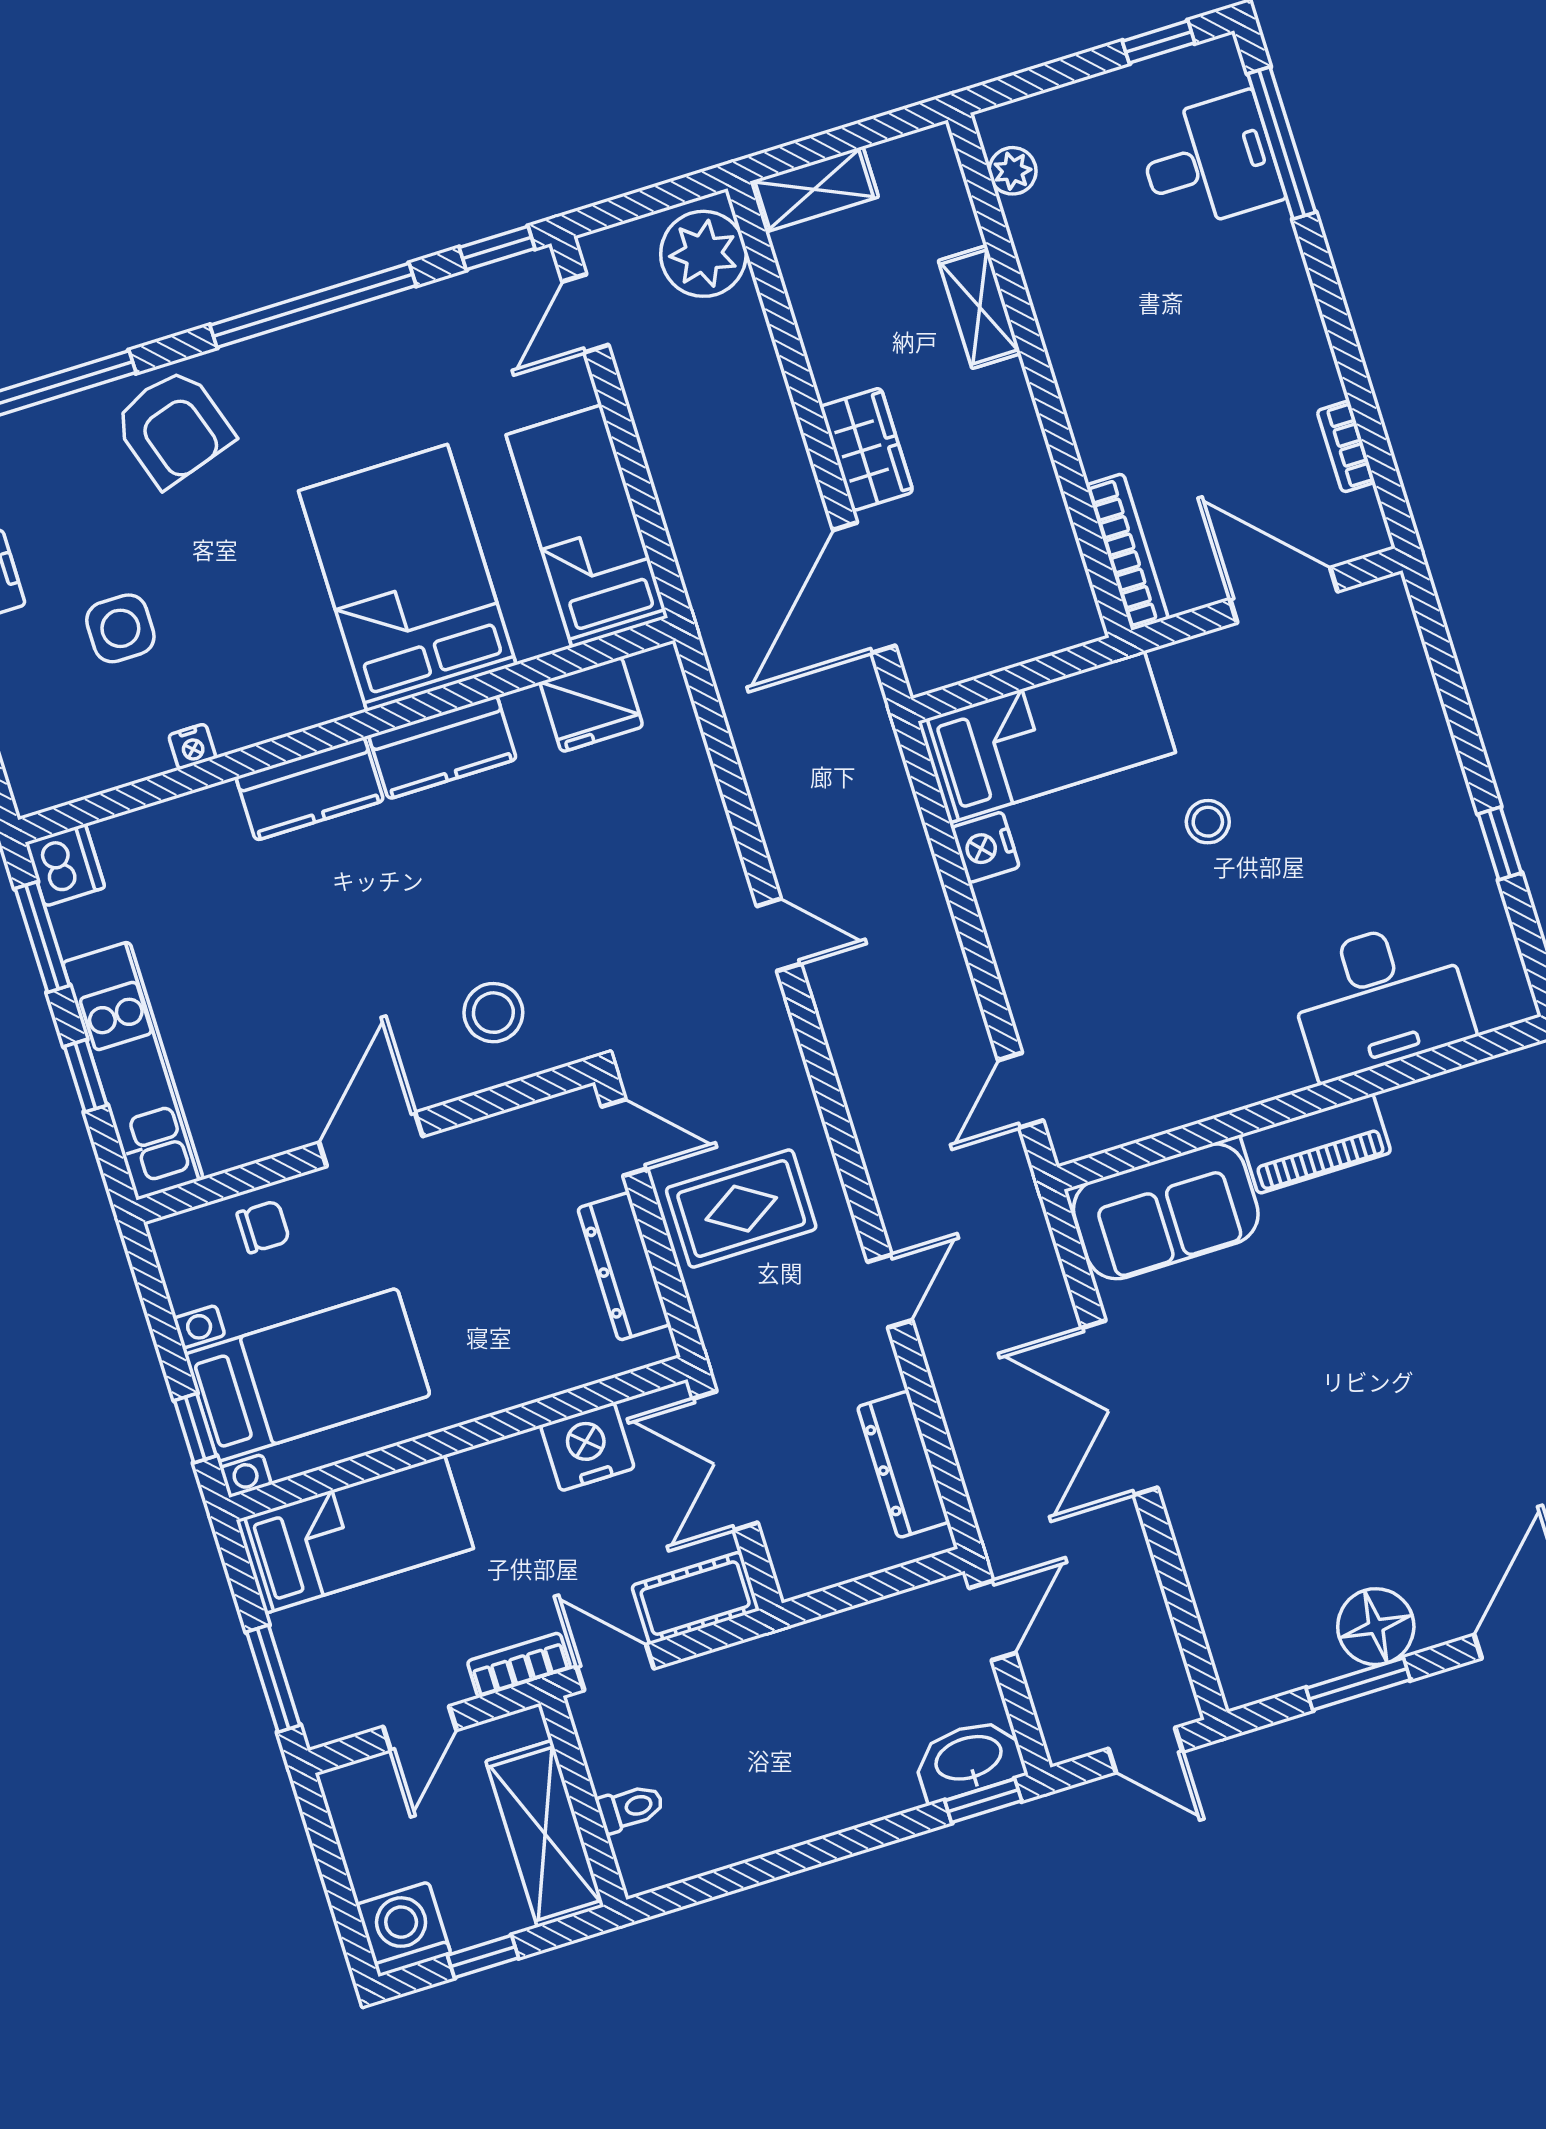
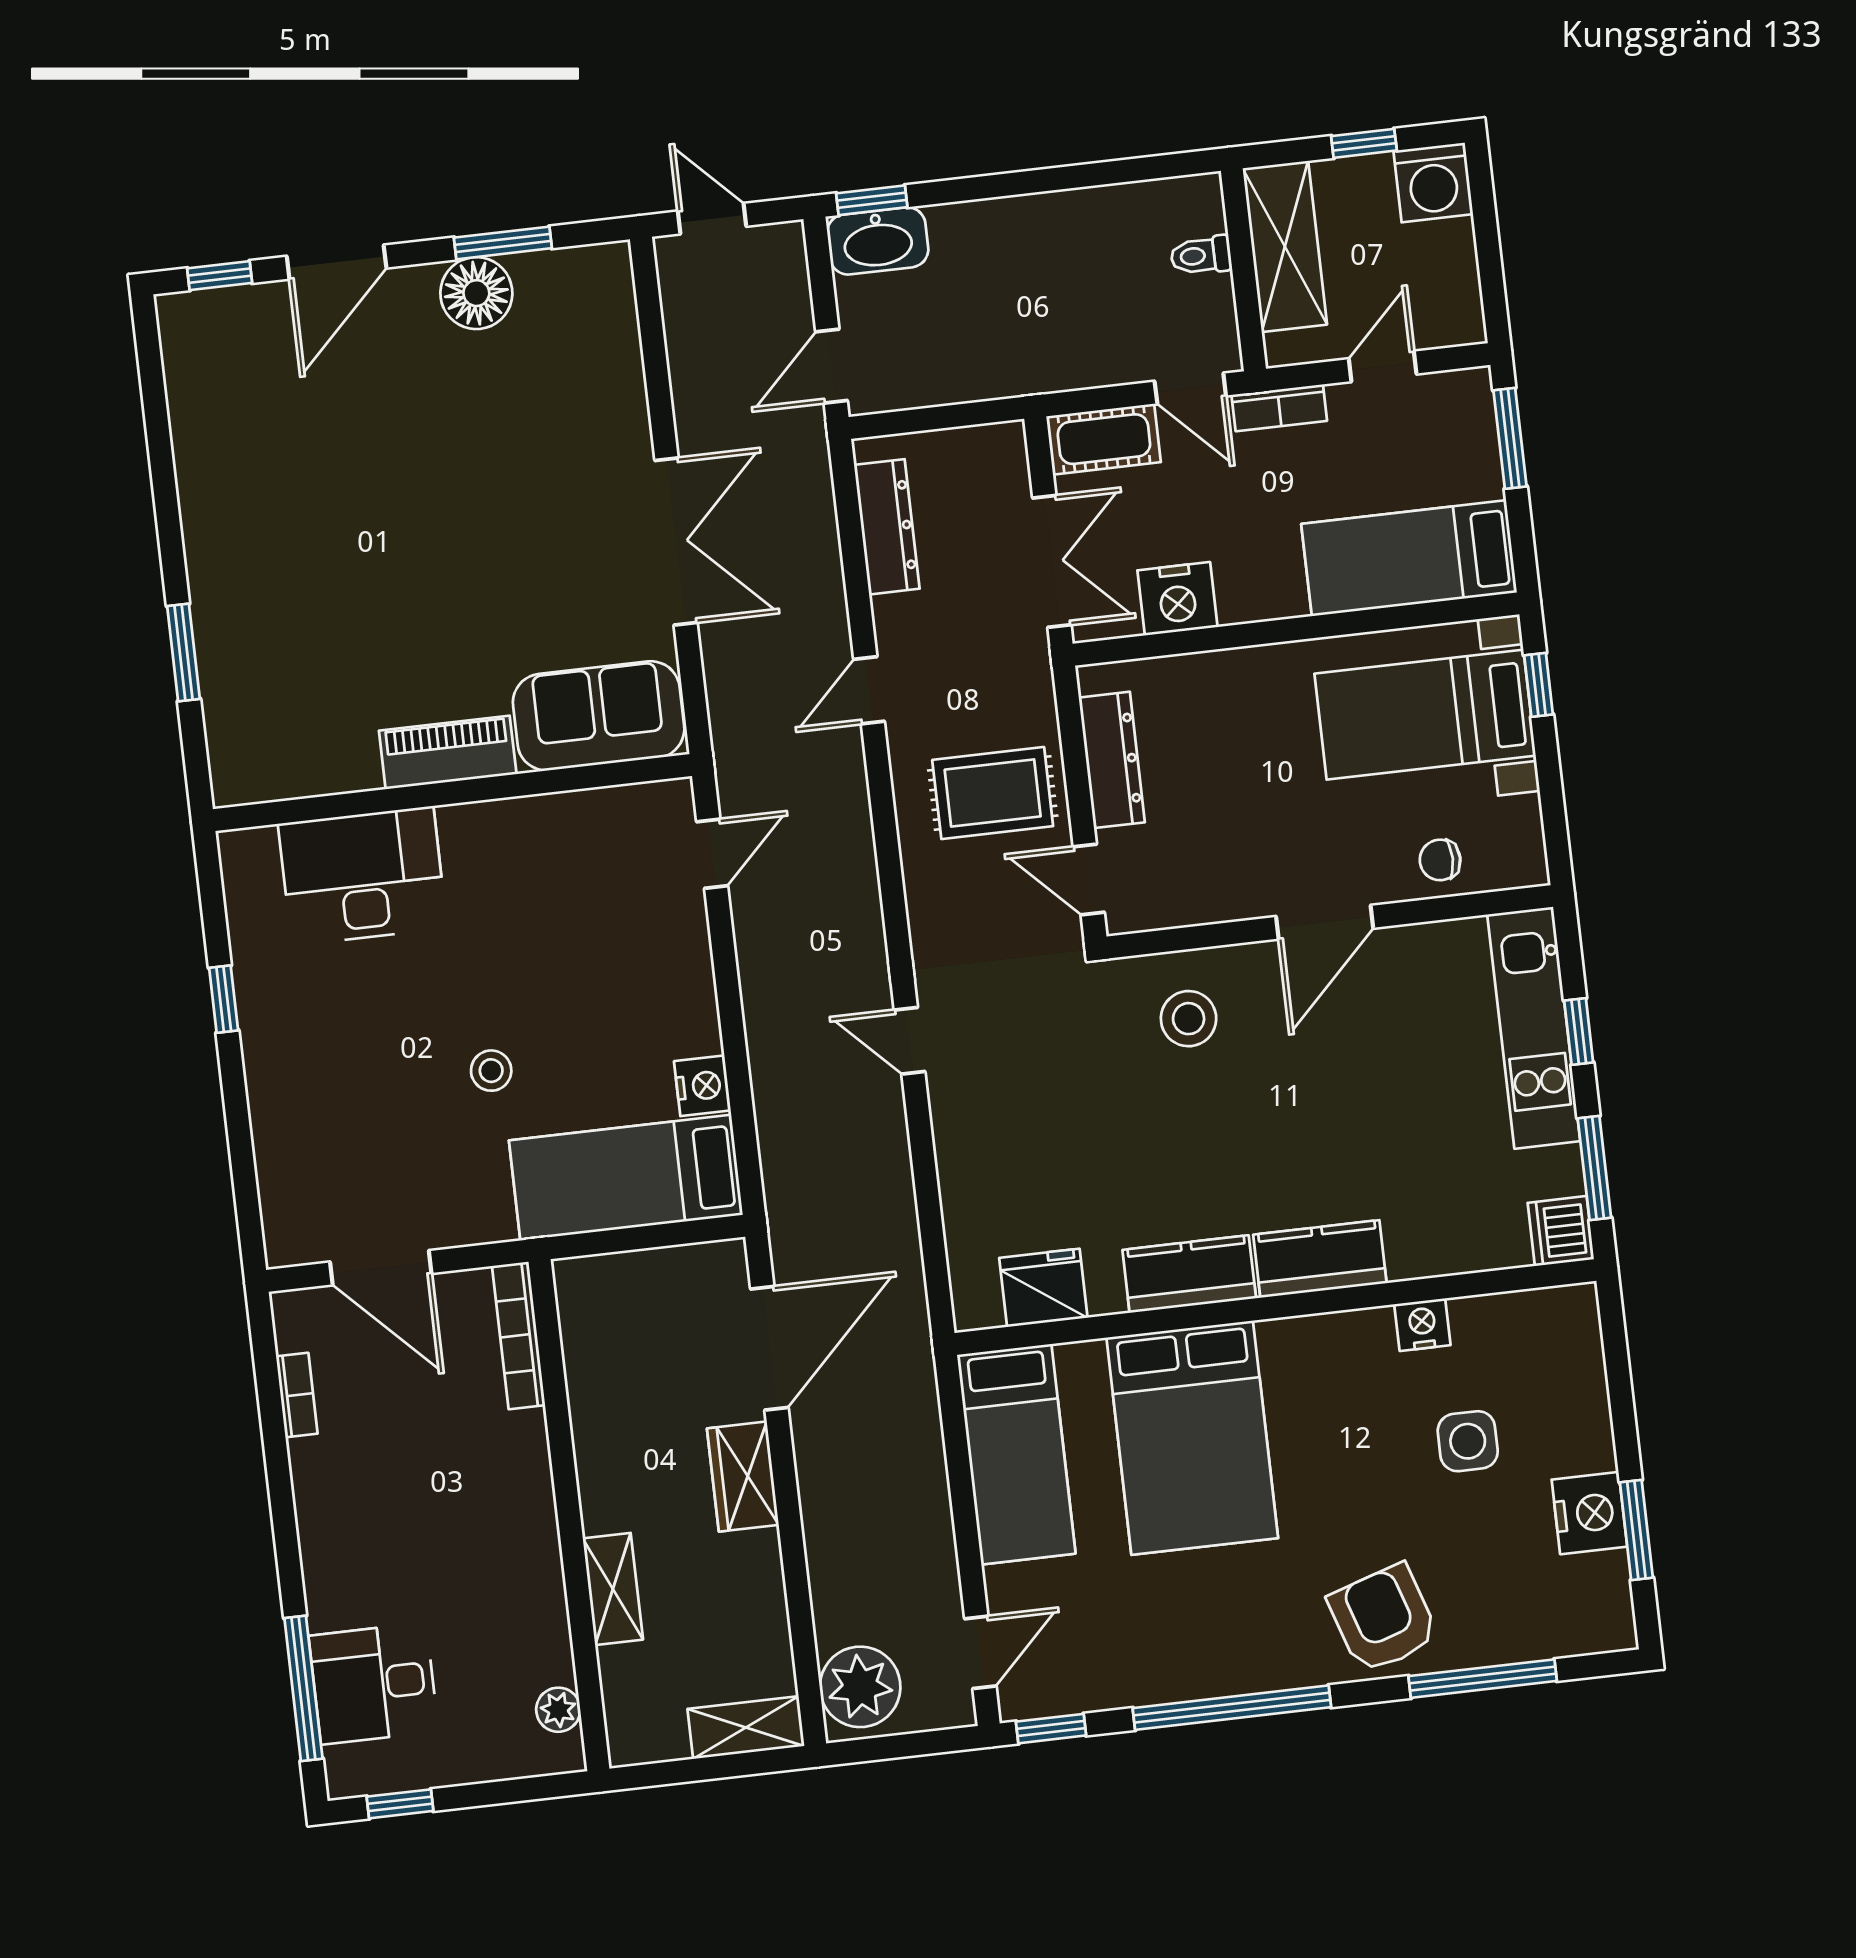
nightstand: (192, 747) -> (1422, 1325), width x1.39, depth x1.35

